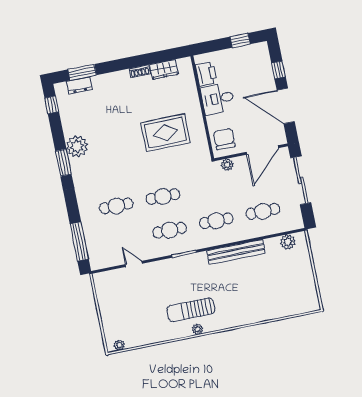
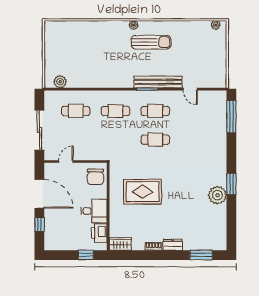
window: (240, 40) -> (86, 255), moved
wardrobe: (164, 69) -> (120, 244), moved
dresser: (79, 85) -> (173, 245), moved
window: (52, 105) -> (231, 233), removed
door: (262, 150) -> (66, 161), width x0.53
plant: (227, 165) -> (97, 155), removed
cafe table: (116, 206) -> (195, 140), removed
bench: (236, 252) -> (158, 82), moved
plant: (198, 329) -> (134, 25), moved

